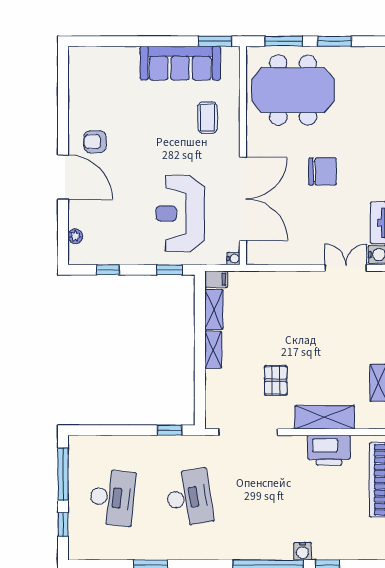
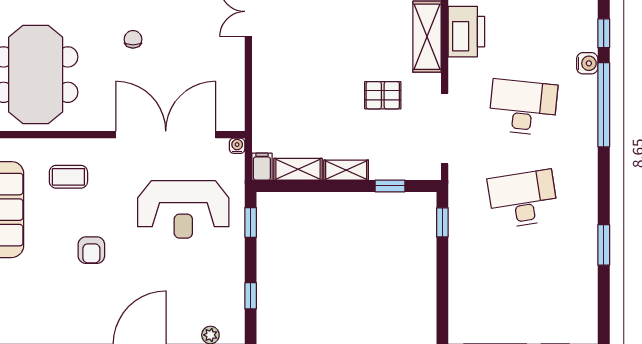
armchair: (95, 142) -> (91, 250), moved
chair: (323, 171) -> (133, 39), width x0.54, depth x0.54
window: (200, 386) -> (390, 186), added
desk: (112, 498) -> (523, 107), moved

